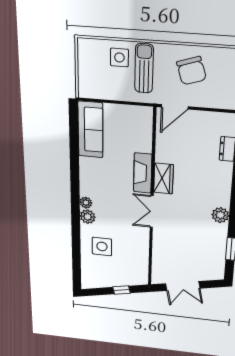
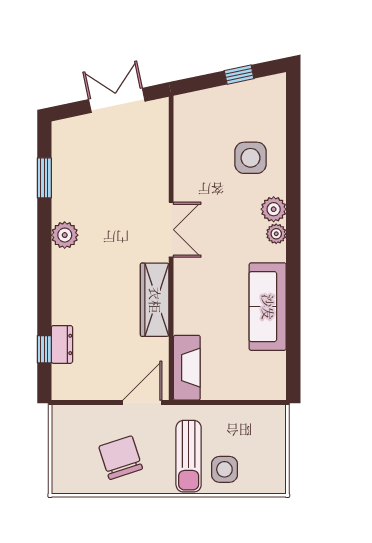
sofa: (90, 130) -> (268, 307), moved
fireplace: (143, 173) -> (187, 368), moved
wardrobe: (164, 179) -> (155, 300), width x1.50
window: (122, 290) -> (239, 75), moved

